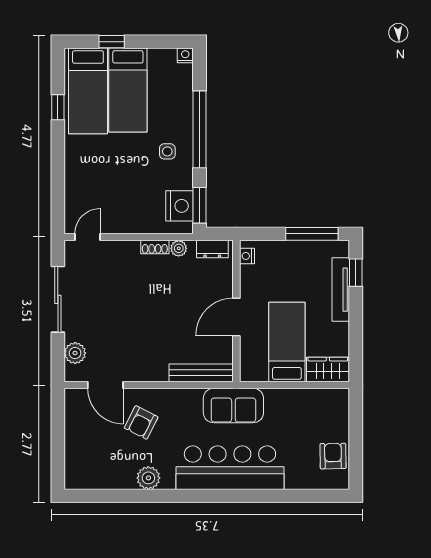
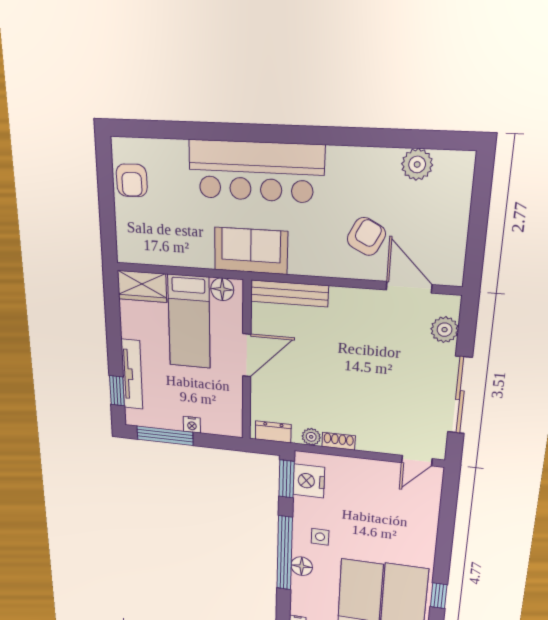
floor lamp: (183, 118) -> (302, 566), added
nightstand: (247, 256) -> (192, 425), moved, turned 90
floor lamp: (258, 372) -> (222, 289), added
plant: (148, 478) -> (417, 164), moved

